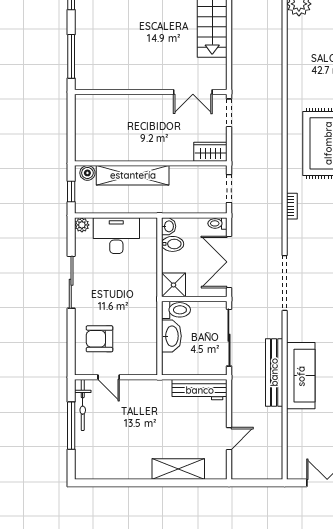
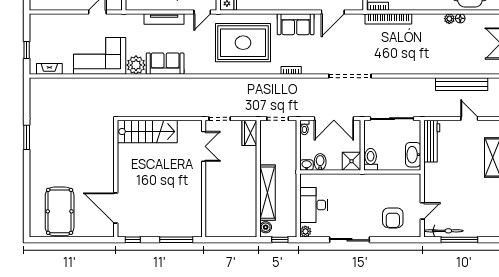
washbasin: (171, 336) -> (413, 155), moved, turned -90
bench: (274, 372) -> (462, 84), moved
sofa: (301, 376) -> (165, 64), moved, width x0.73

